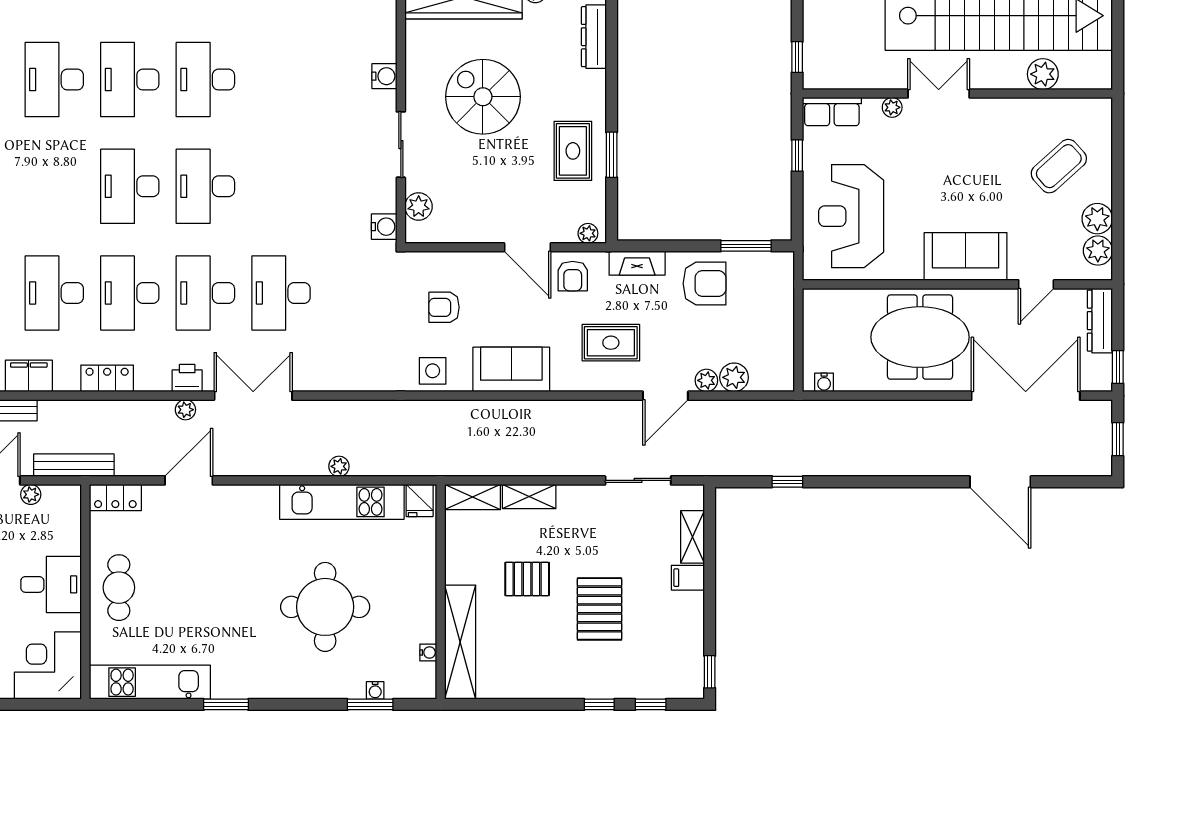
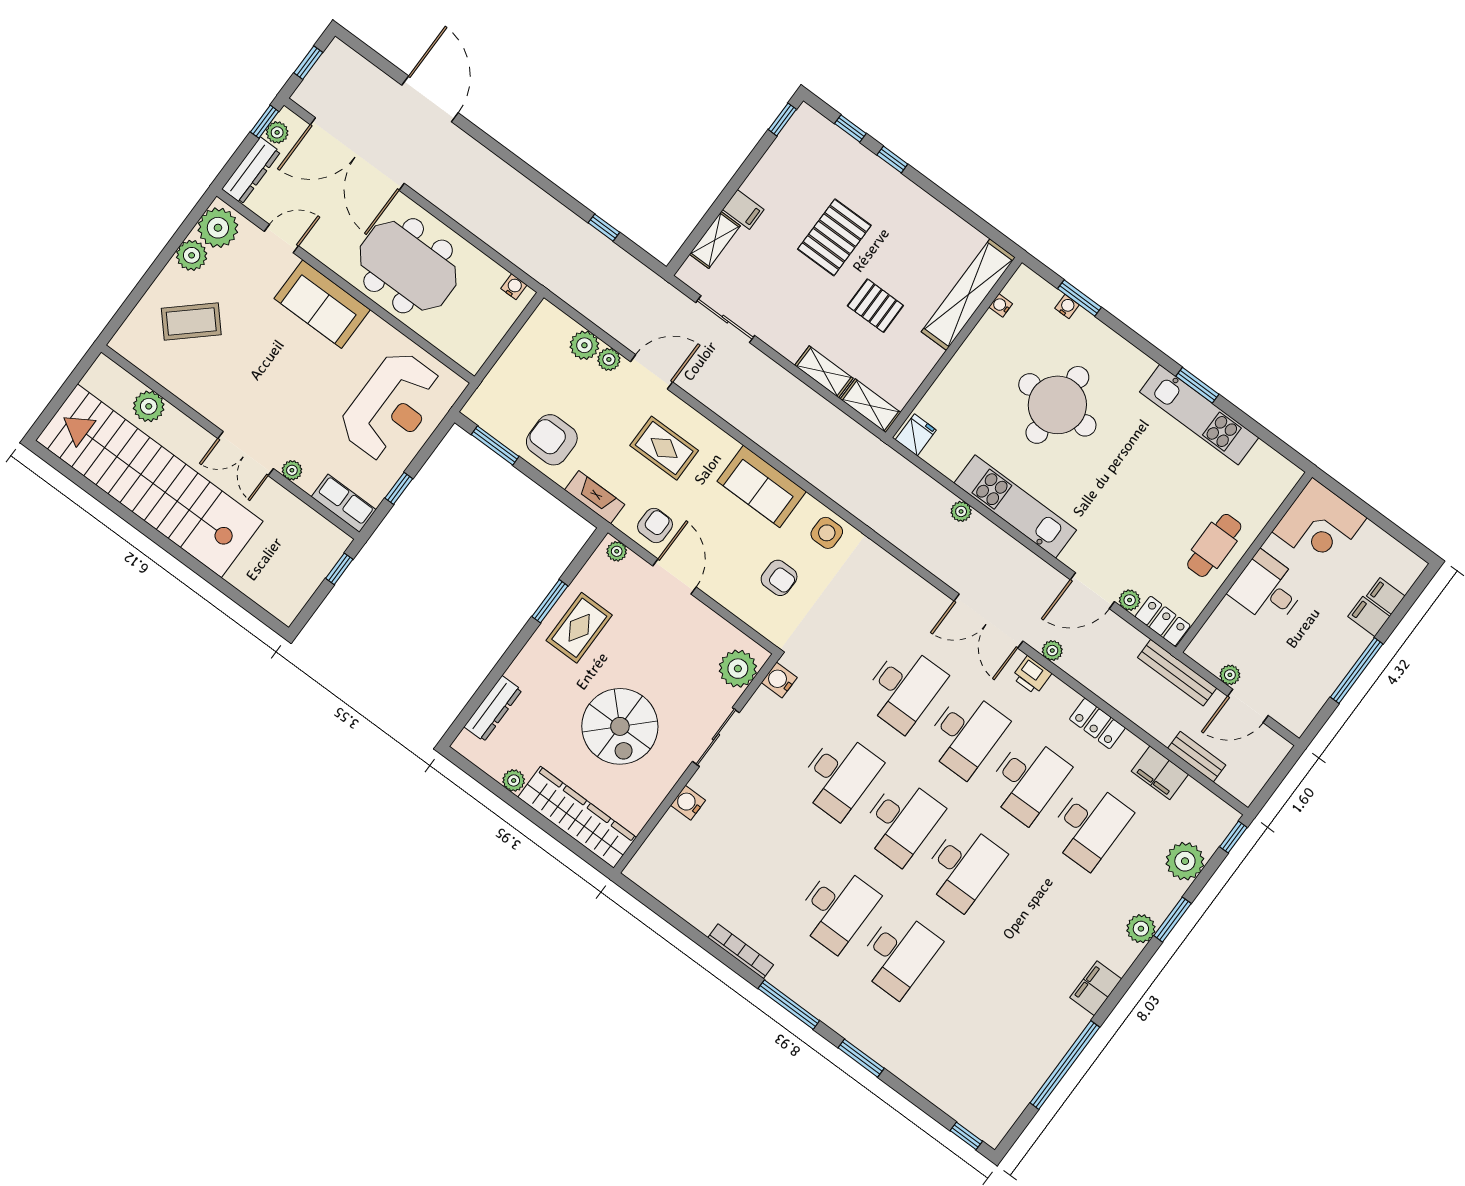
desk: (54, 80) -> (839, 775), moved
plant: (419, 206) -> (738, 669), width x1.36, depth x1.36
plant: (1098, 251) -> (218, 228), width x1.36, depth x1.36
plant: (1102, 366) -> (277, 132), added
plant: (154, 495) -> (1130, 600), added
kitchen unit: (342, 502) -> (1015, 506), moved
kitchen unit: (150, 682) -> (1199, 415), moved

